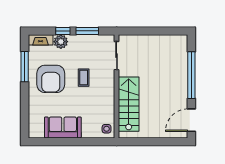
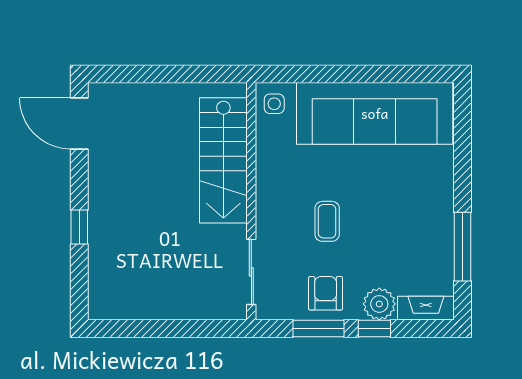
window: (191, 75) -> (79, 227), width x0.32
armchair: (51, 79) -> (326, 293), moved, width x0.53, depth x0.53
door: (191, 120) -> (79, 124), swing flipped
sofa: (63, 127) -> (375, 113), width x1.85, depth x1.27

